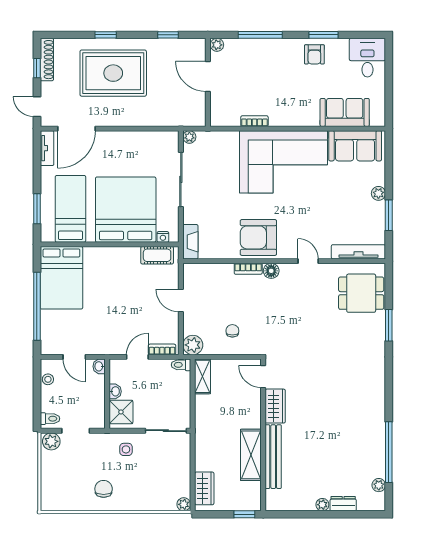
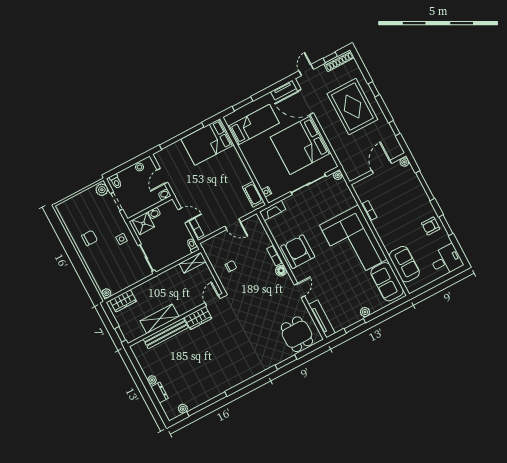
bed: (126, 210) -> (301, 145), moved, turned 180
door: (181, 301) -> (233, 224), swing flipped
plant: (193, 345) -> (209, 246), removed

